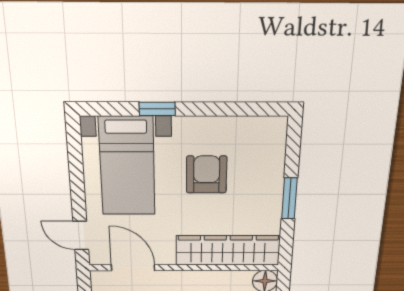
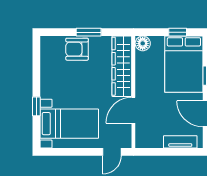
armchair: (207, 174) -> (77, 49), moved
door: (133, 268) -> (133, 110), moved

